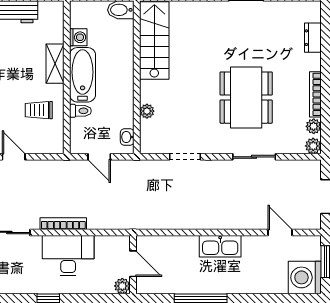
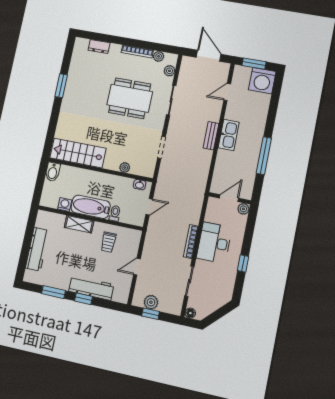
plant: (313, 146) -> (169, 71), moved
bench: (214, 222) -> (211, 136), added

